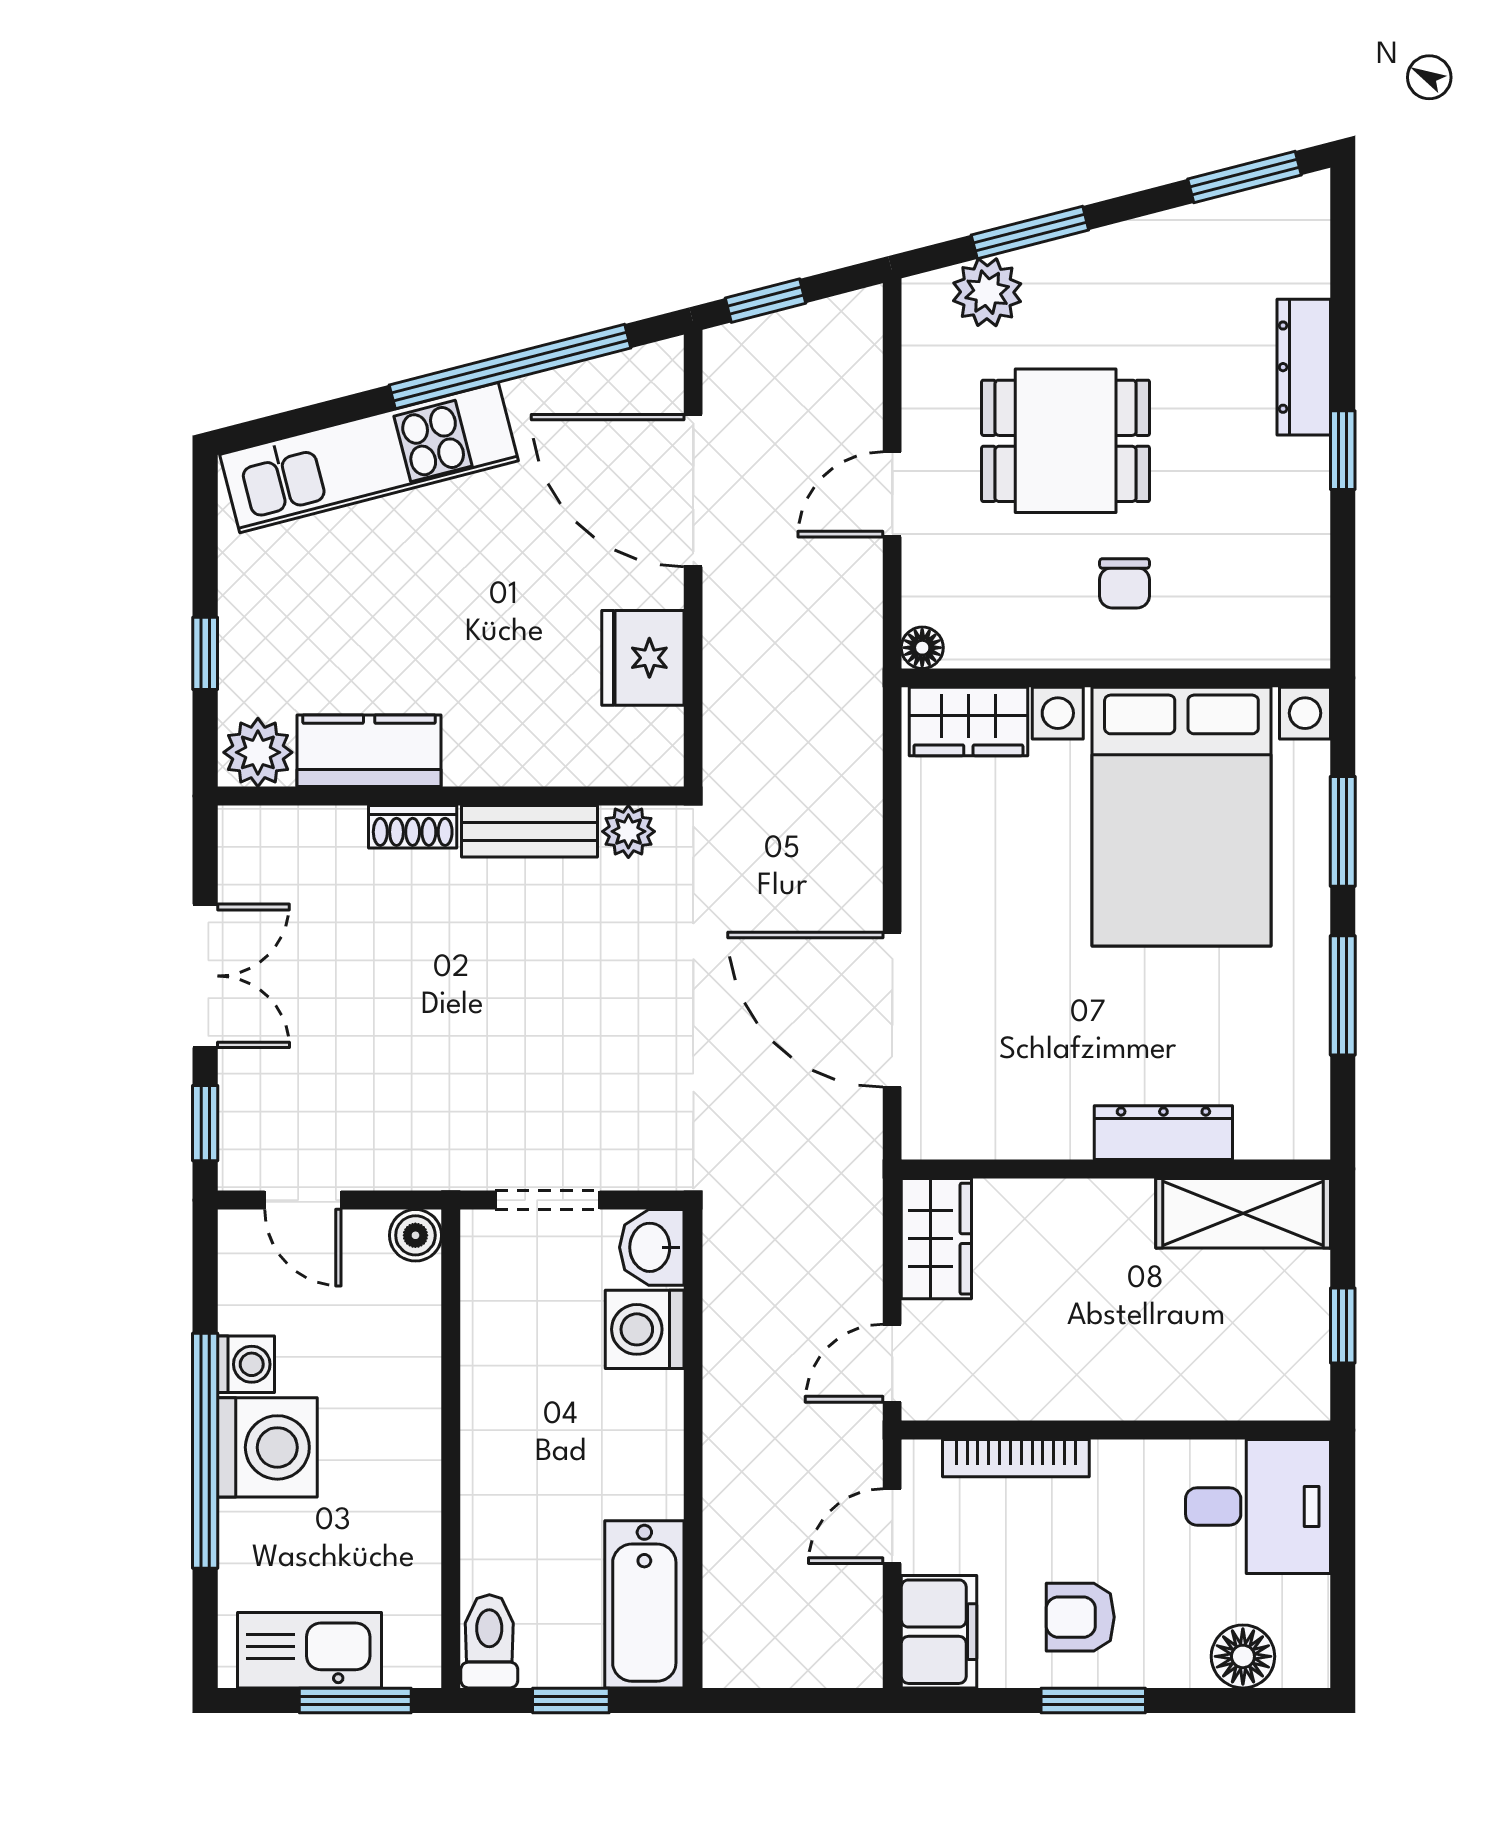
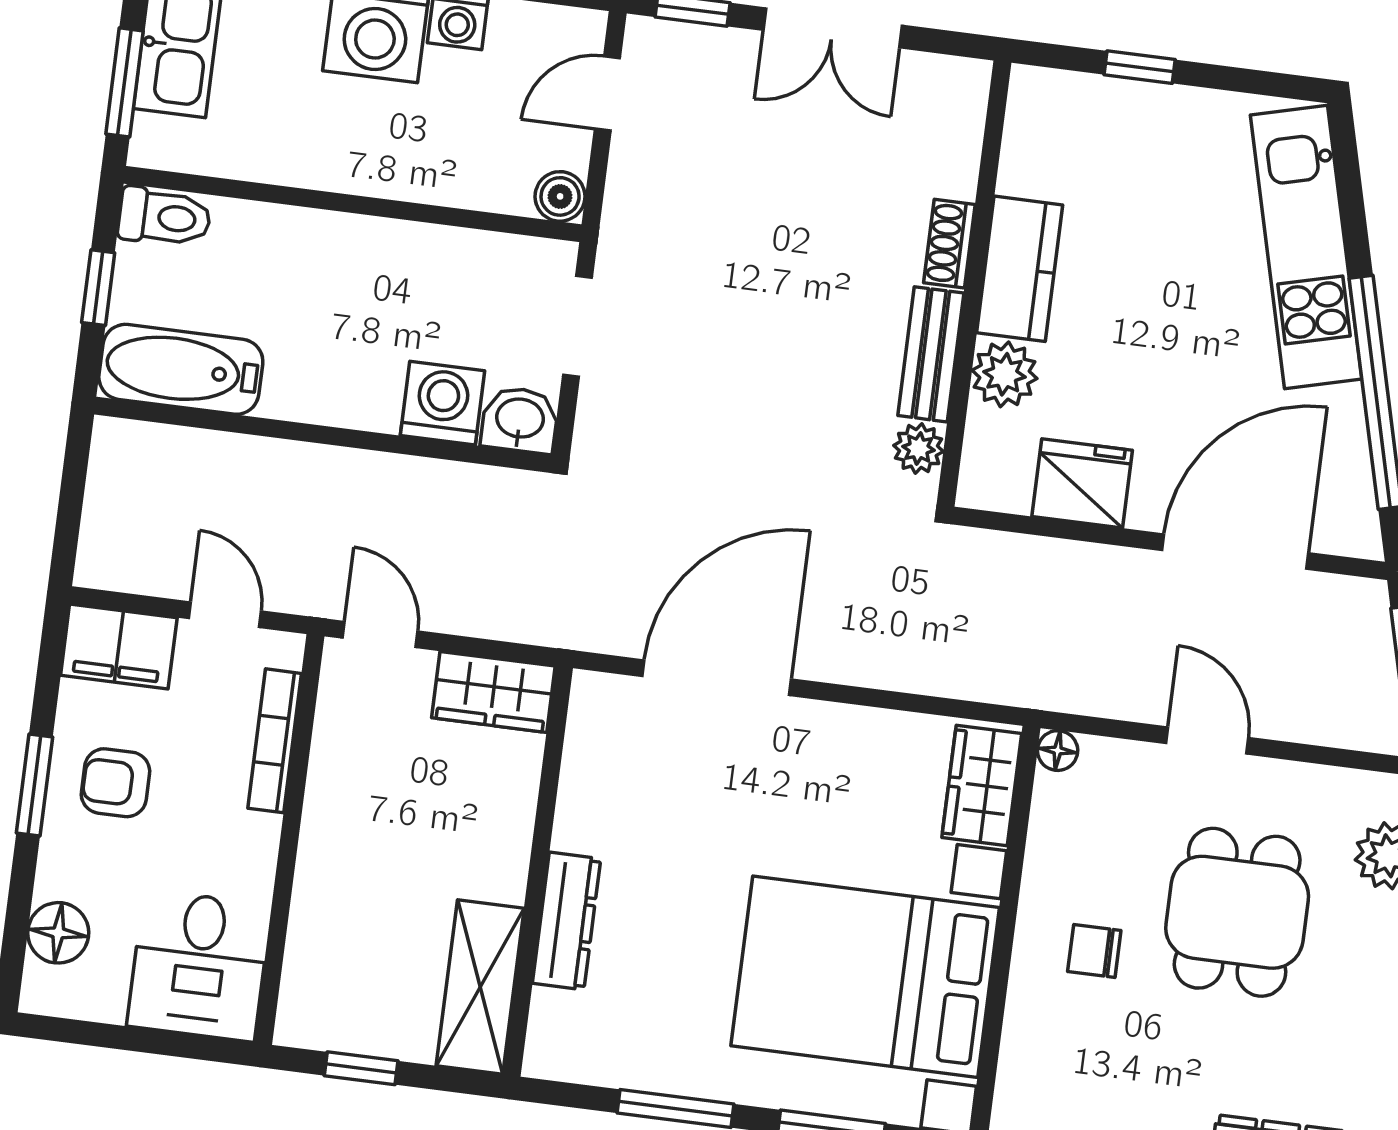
kitchen counter: (369, 751) -> (1020, 269), moved
plant: (258, 752) -> (1004, 374), moved
armchair: (1080, 1617) -> (115, 783), turned -90

